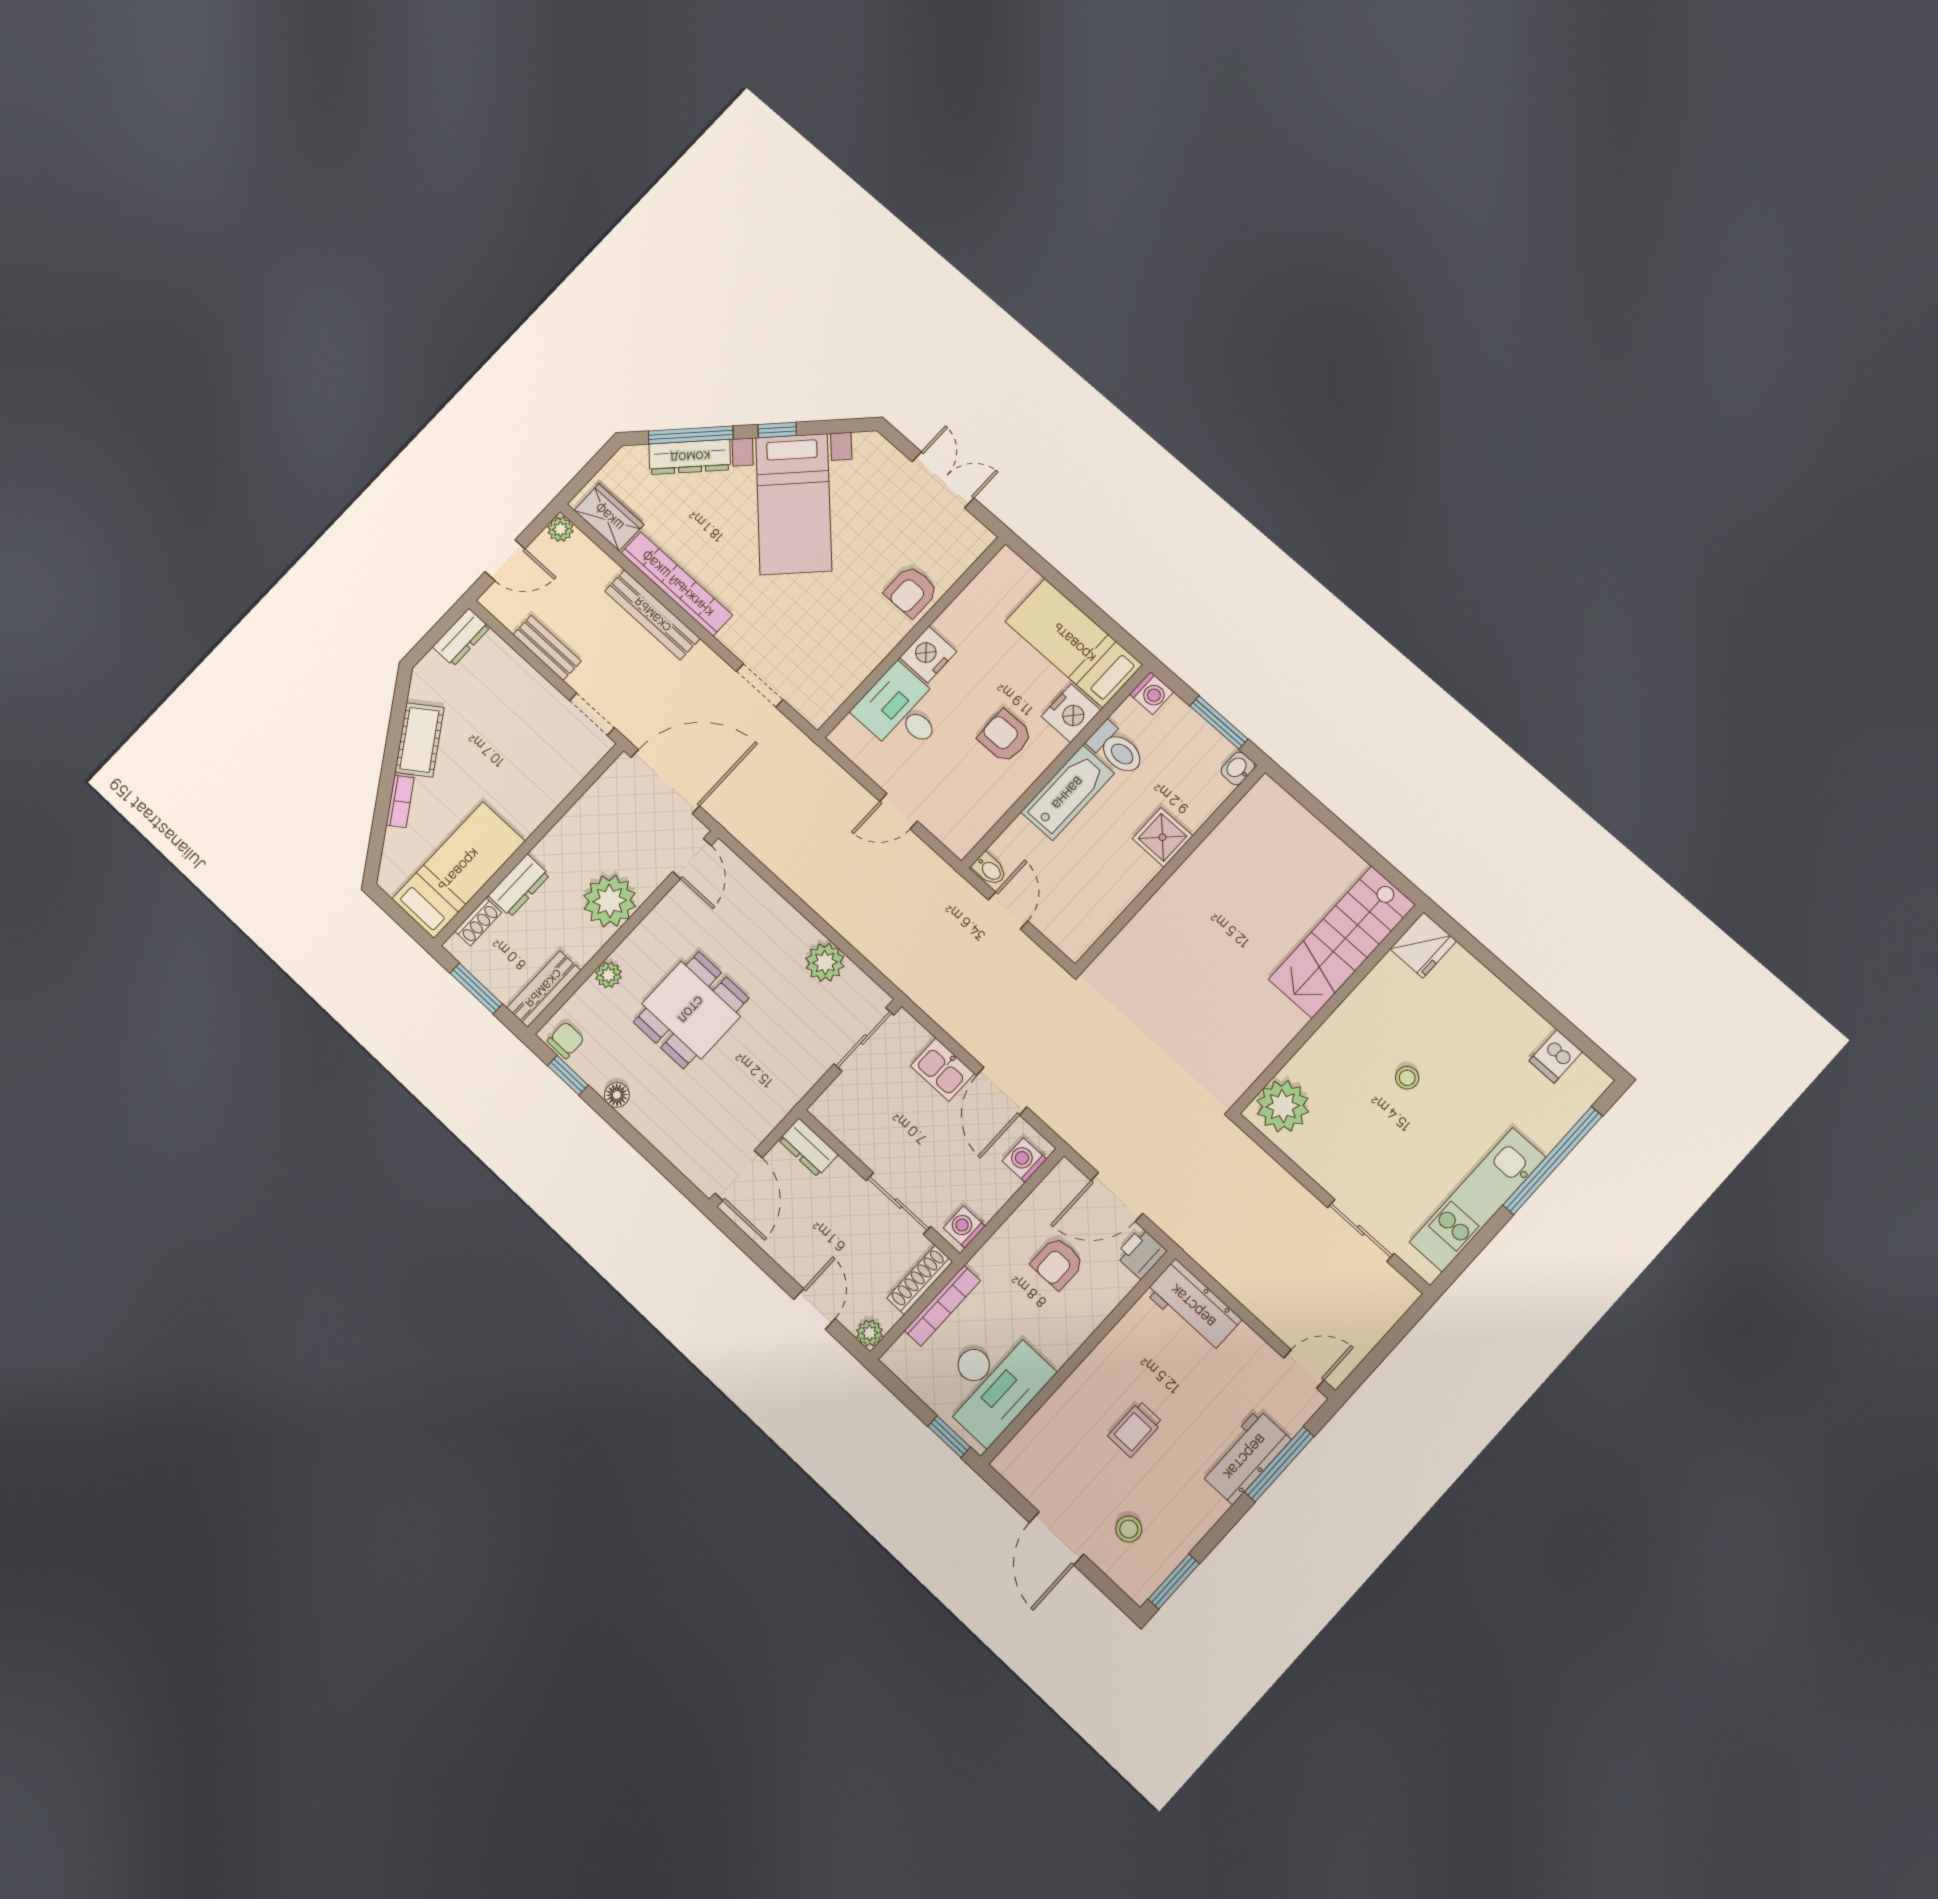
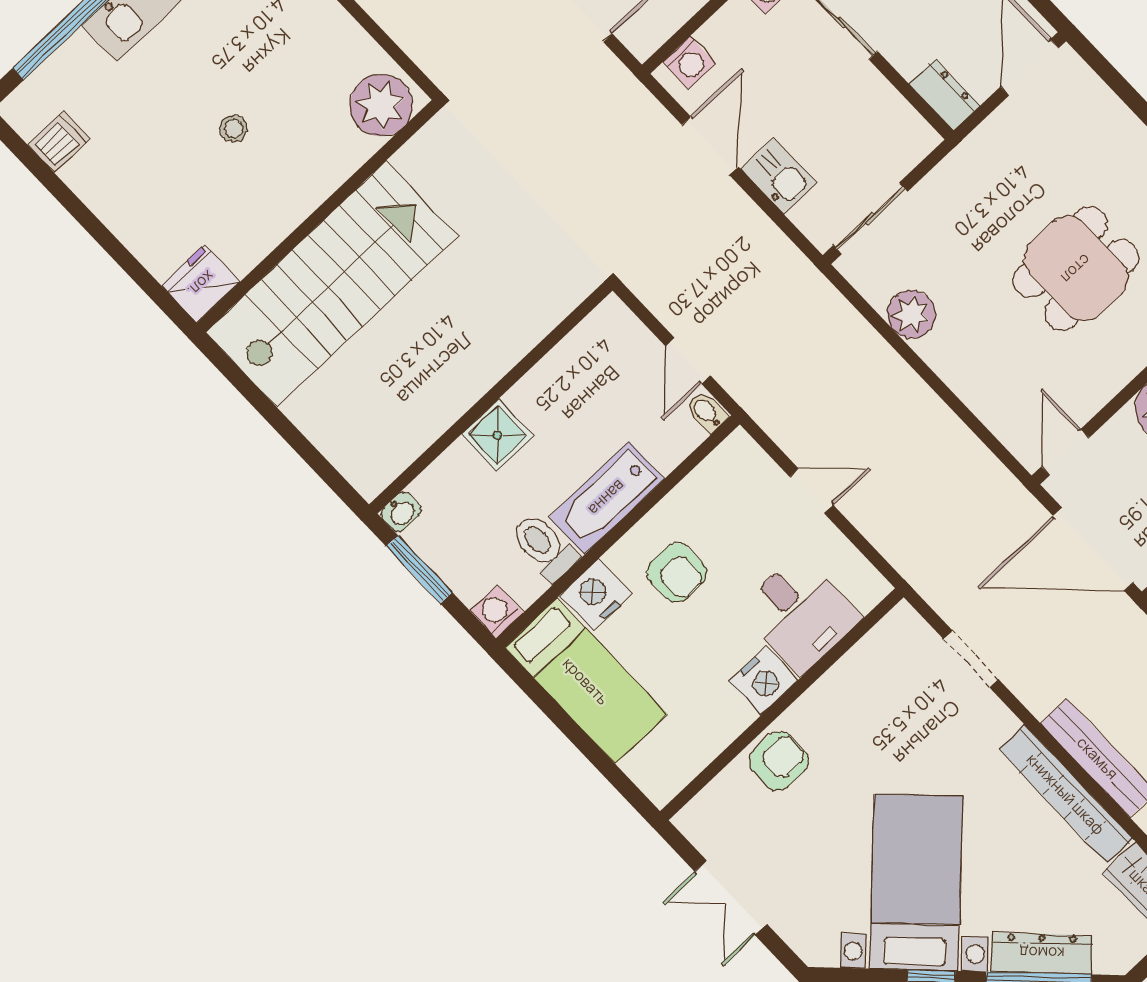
stairs: (1342, 942) -> (332, 284), width x1.36, depth x1.51

